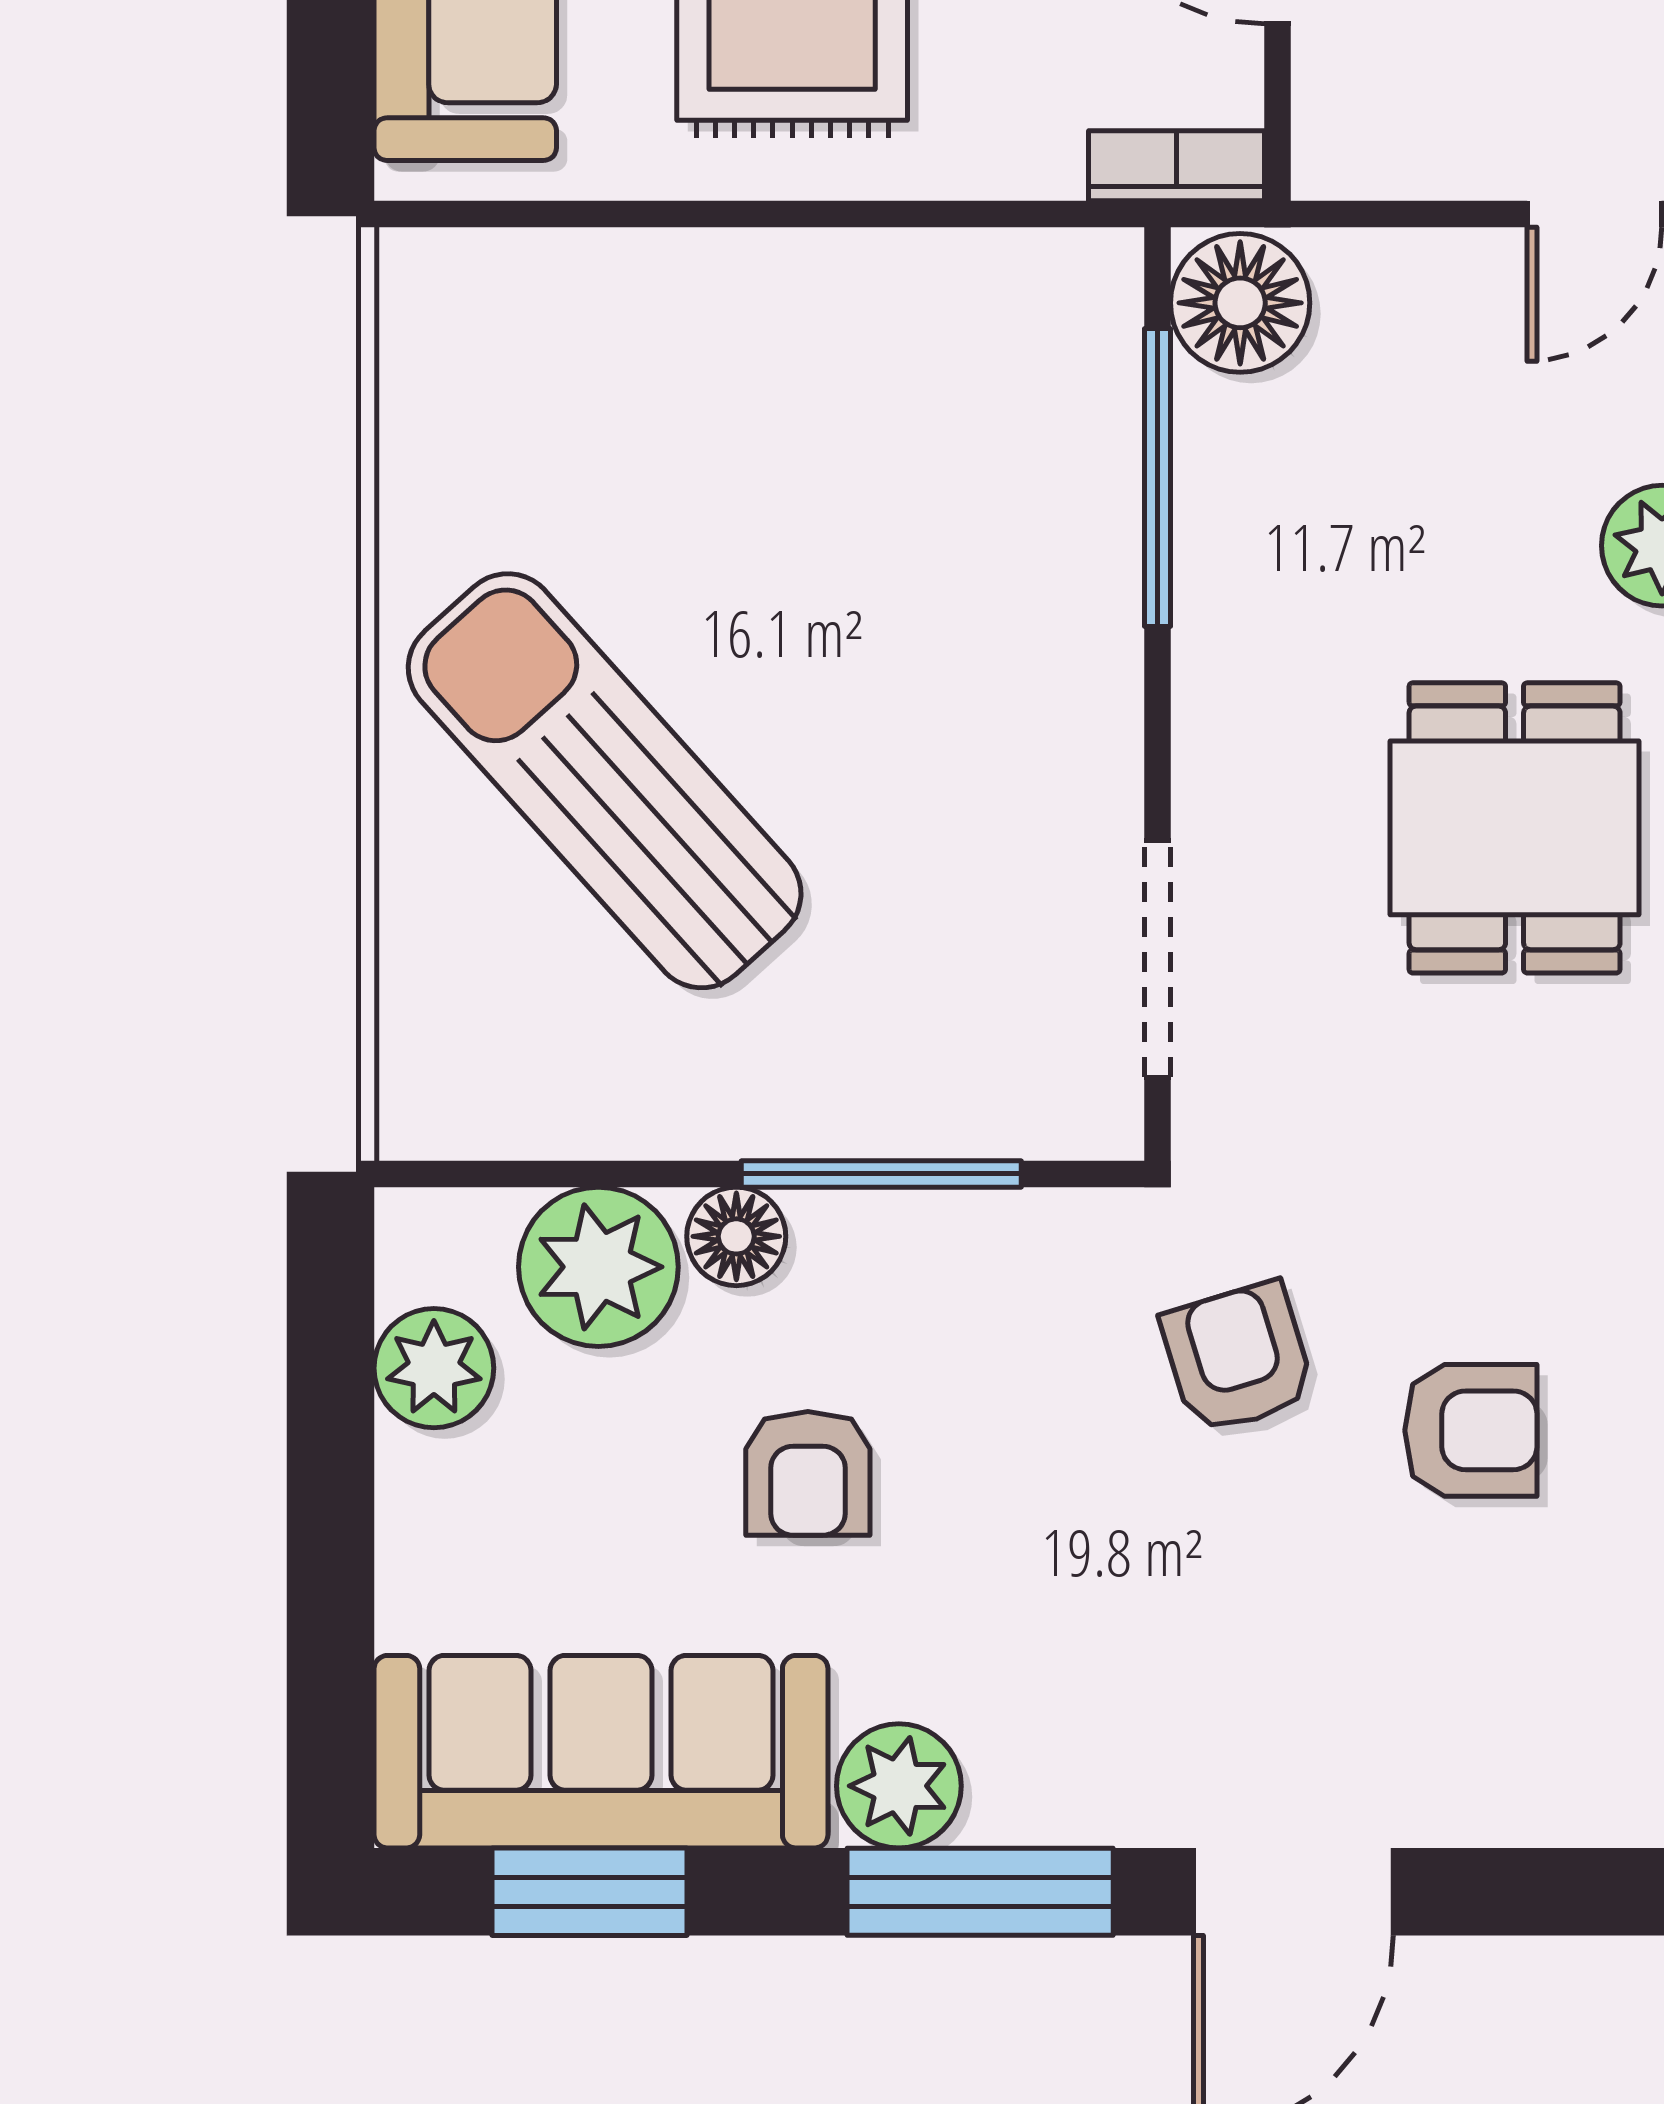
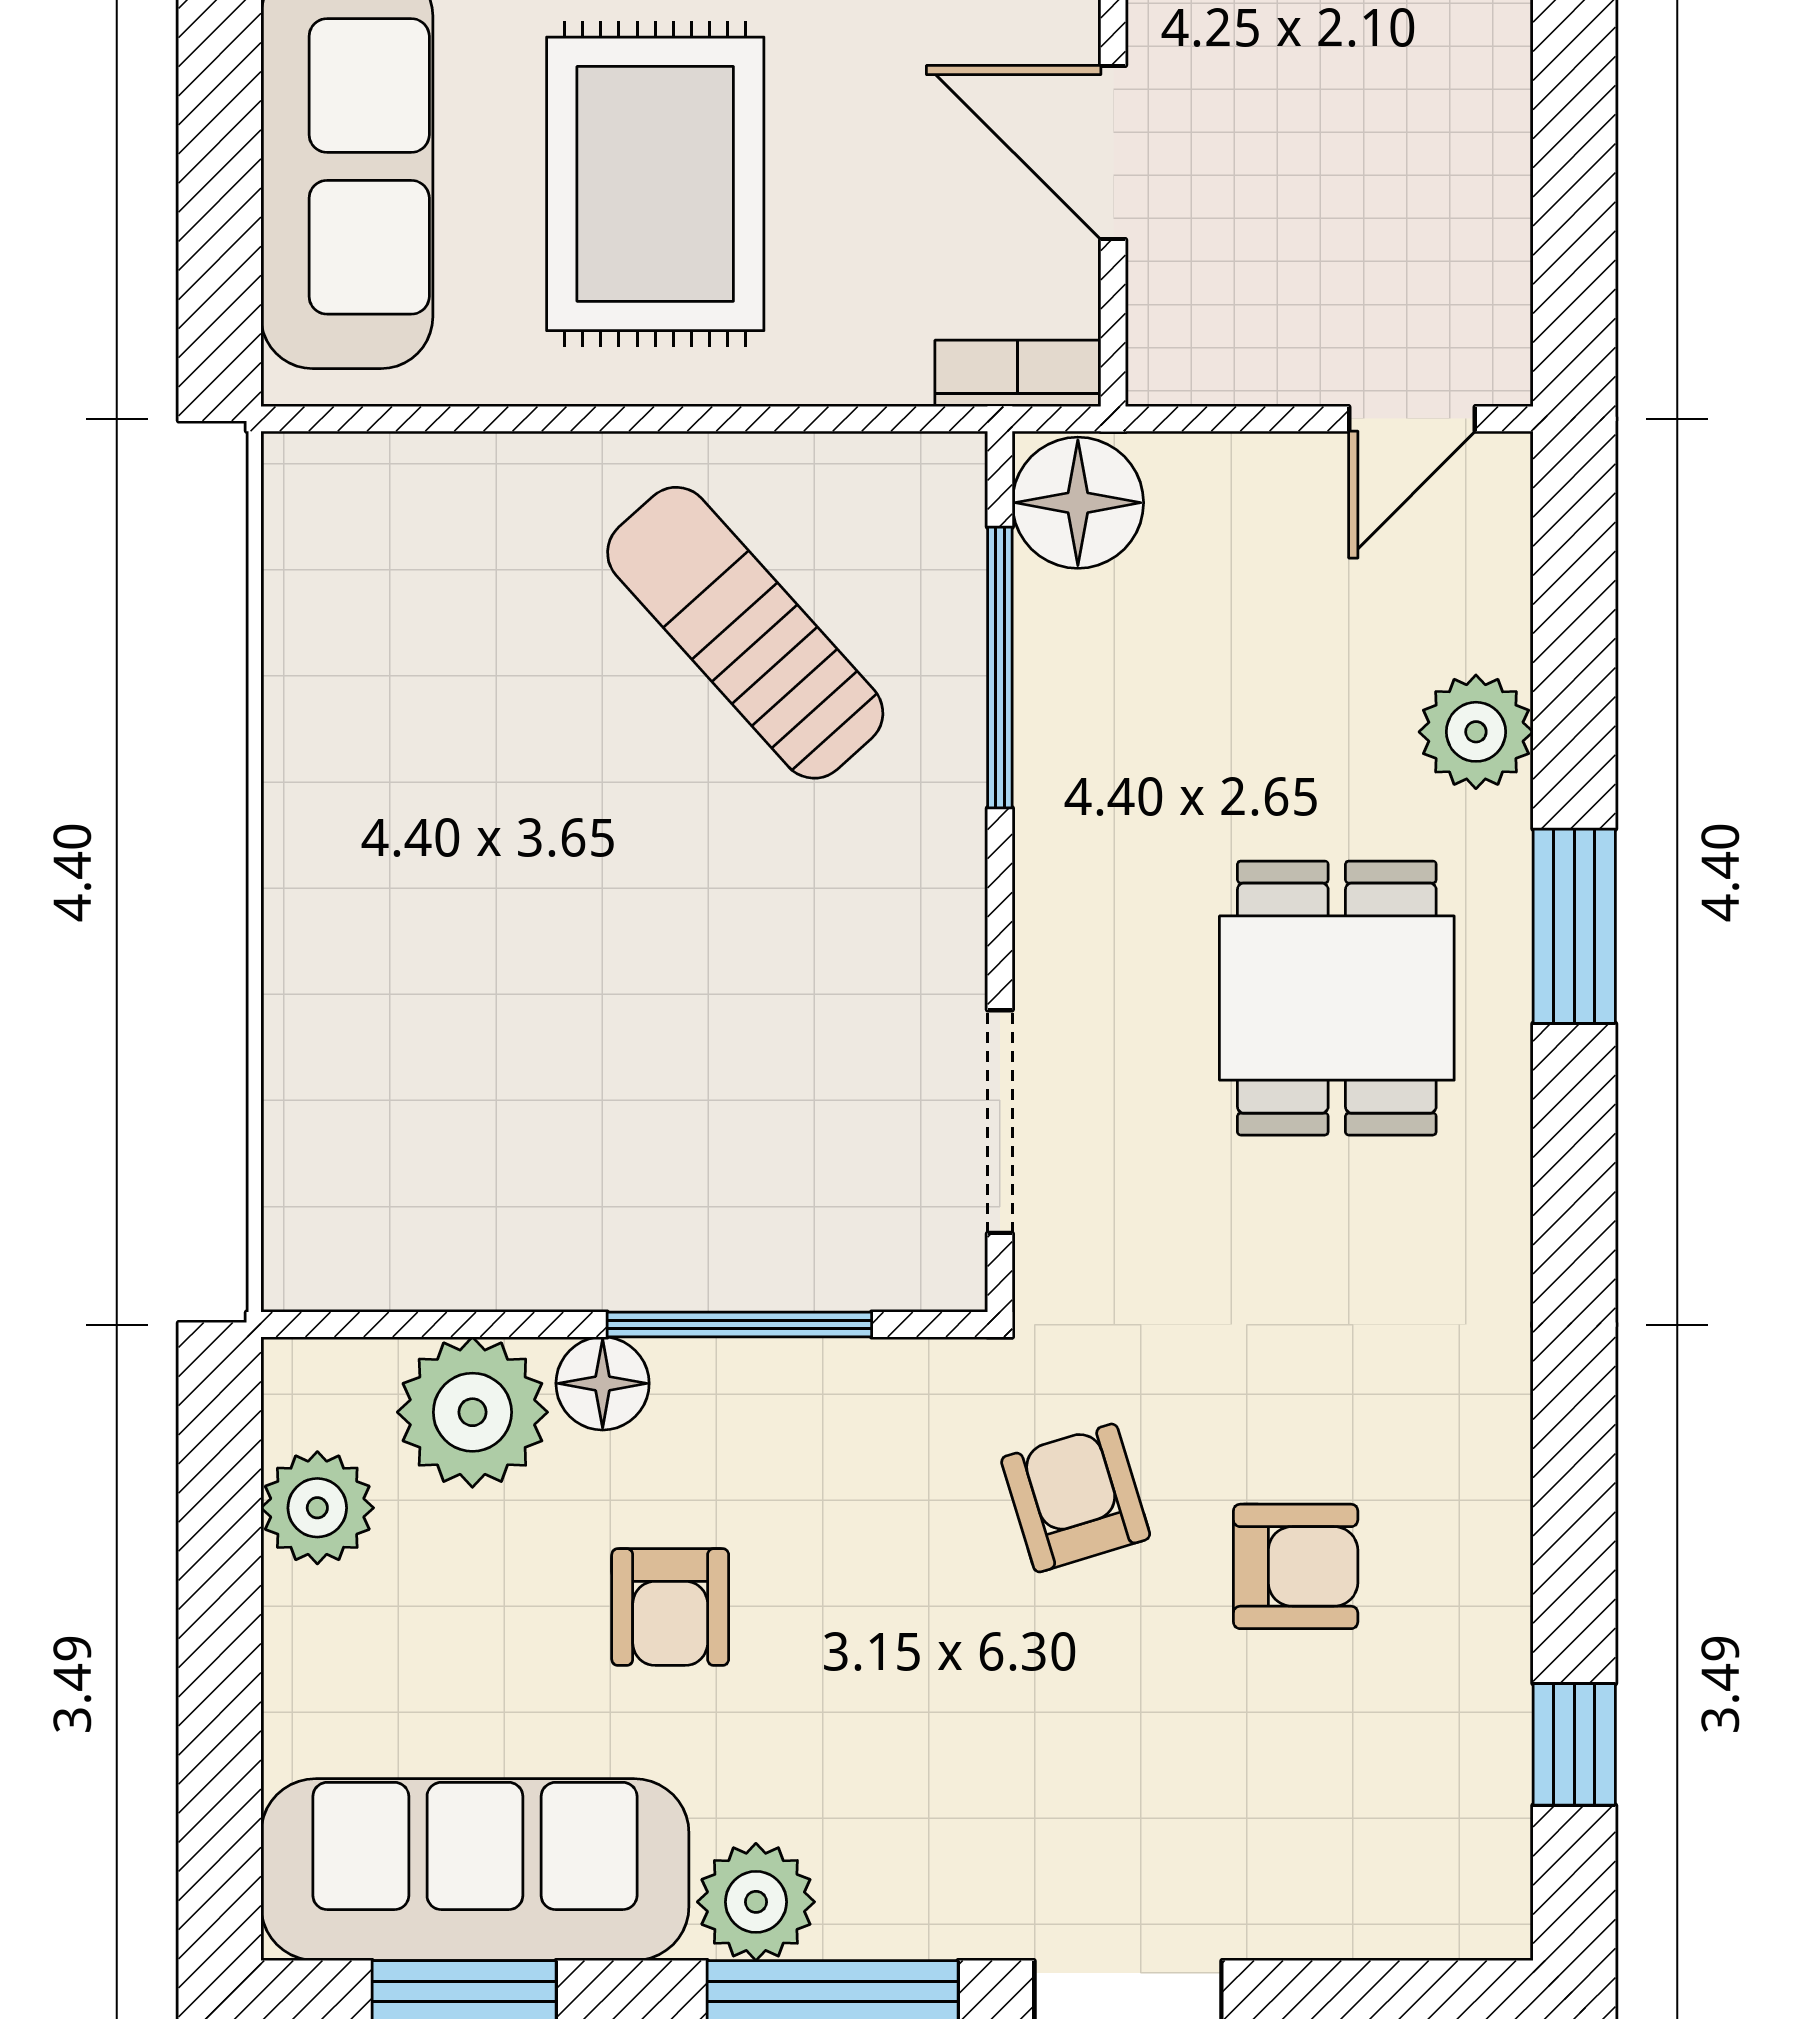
sun lounger: (605, 781) -> (745, 633), moved, width x0.73, depth x0.75

